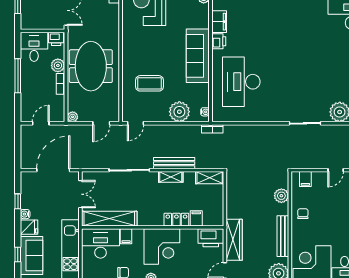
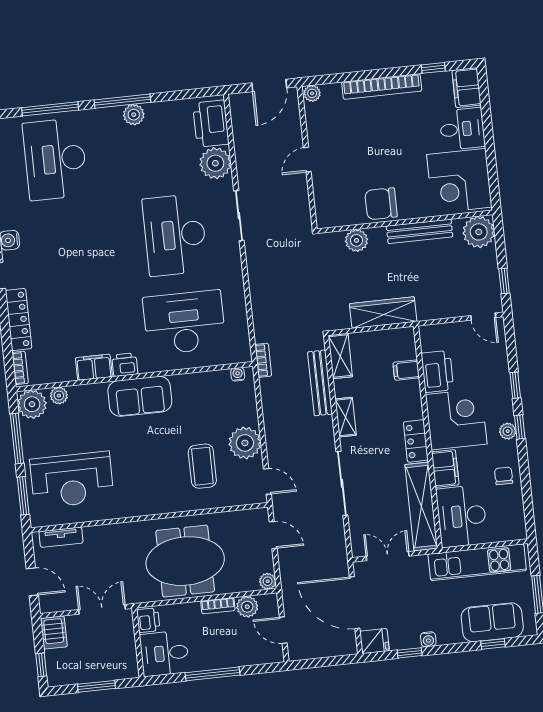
sofa: (198, 56) -> (140, 396), width x0.73
plant: (58, 65) -> (247, 607), moved
desk: (241, 82) -> (184, 322), turned 180
desk: (297, 82) -> (175, 235), added
plant: (179, 112) -> (245, 443), moved
bench: (174, 163) -> (320, 383), moved
door: (336, 170) -> (307, 160), swing flipped
filing cabinet: (305, 179) -> (326, 206), removed
chair: (303, 214) -> (381, 204), width x1.87, depth x1.87
locker: (176, 220) -> (416, 441), moved
fridge: (29, 227) -> (375, 641), moved, turned 90
filing cabinet: (126, 236) -> (445, 468), width x2.00
printer: (211, 238) -> (437, 371), moved
wardrobe: (234, 240) -> (383, 313), moved

